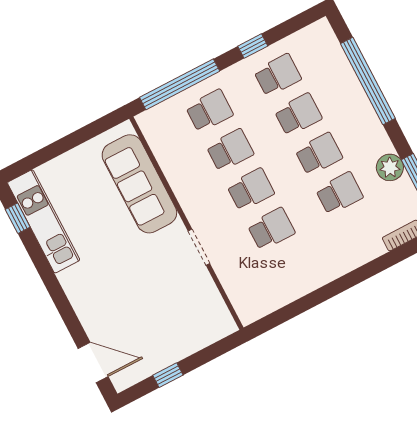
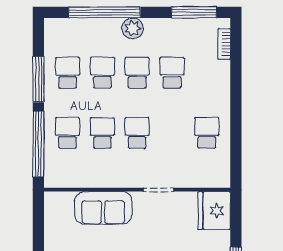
window: (253, 46) -> (38, 79), width x2.17
plant: (390, 167) -> (133, 28), moved
sofa: (139, 184) -> (103, 208), width x0.73
school desk: (271, 229) -> (207, 133), moved
fridge: (208, 323) -> (214, 211), added

